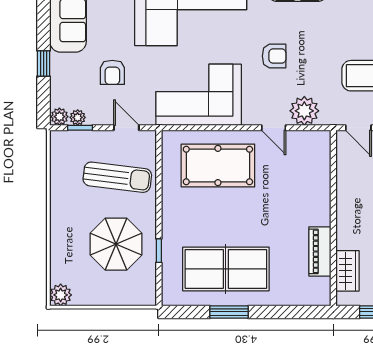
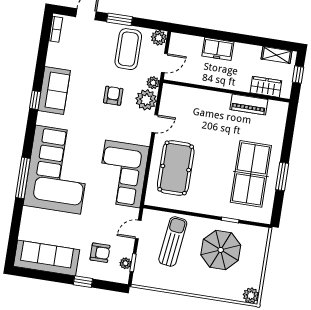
armchair: (274, 56) -> (113, 96), moved
armchair: (112, 72) -> (100, 253), moved
plant: (59, 117) -> (153, 83), moved

